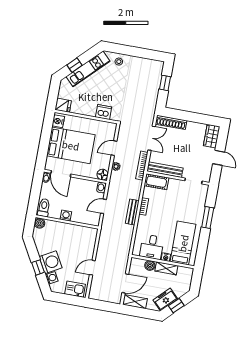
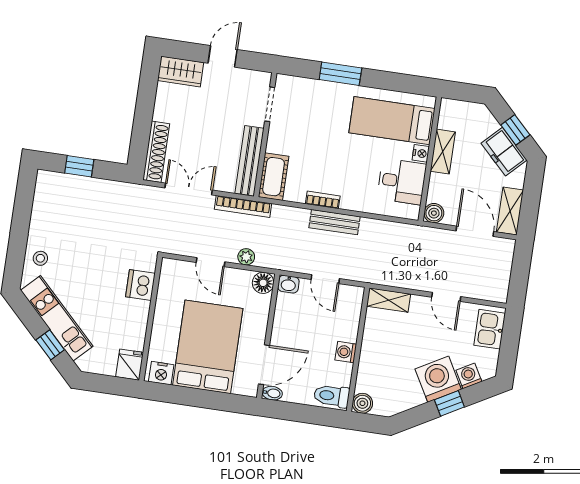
shelving: (92, 238) -> (389, 300), added
boiler: (150, 265) -> (434, 213), moved

